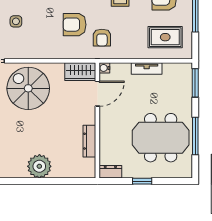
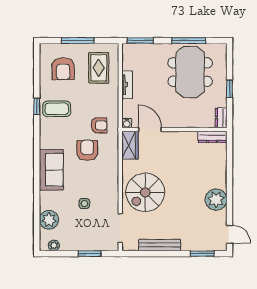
armchair: (75, 25) -> (87, 150), turned 180
dresser: (89, 141) -> (212, 137), moved
plant: (39, 166) -> (216, 200), moved

